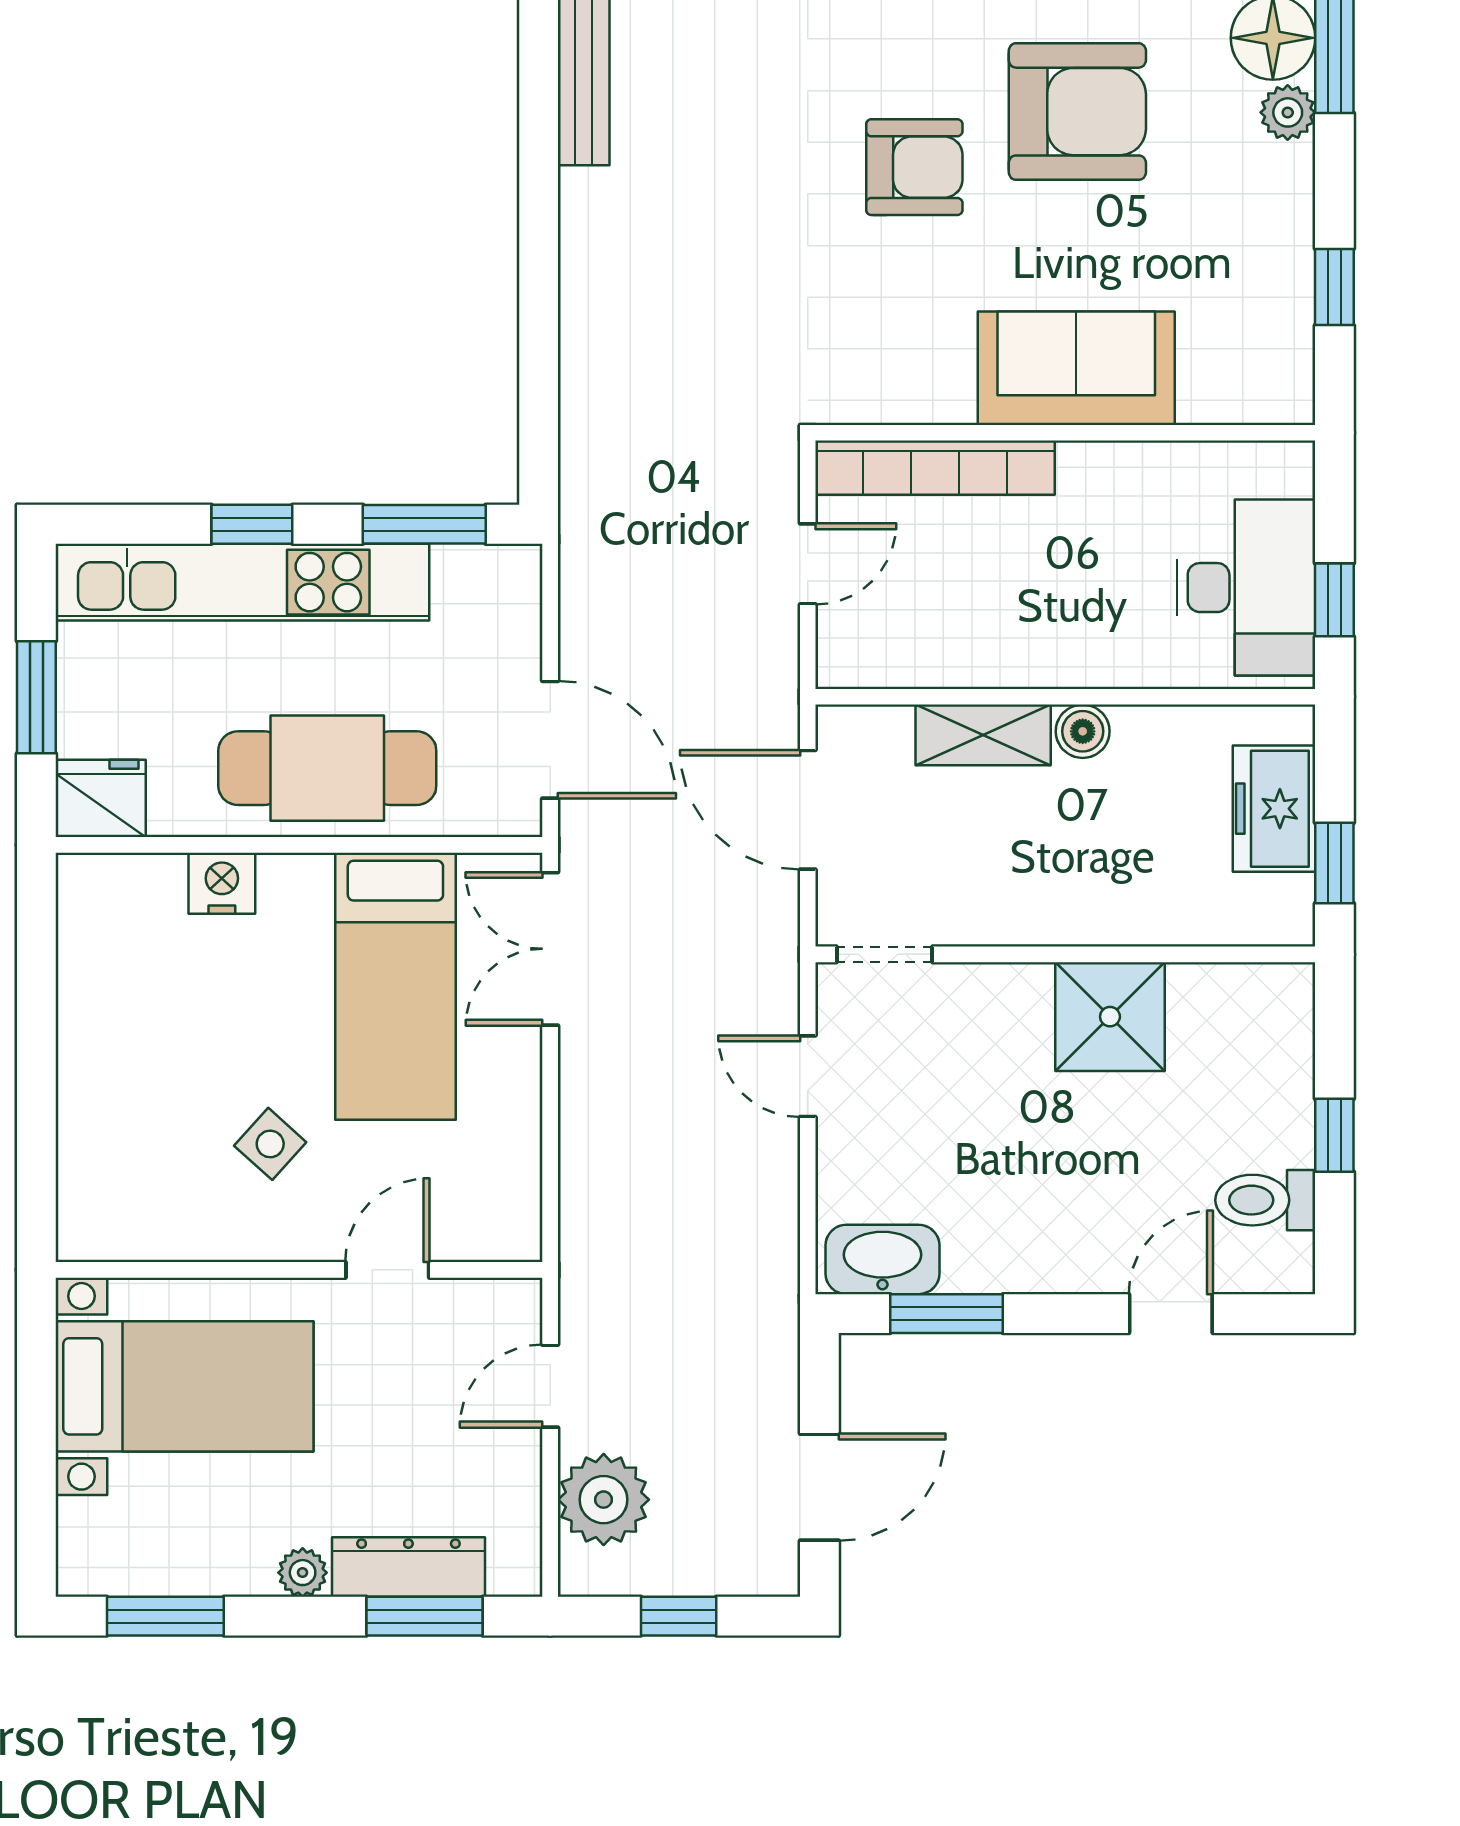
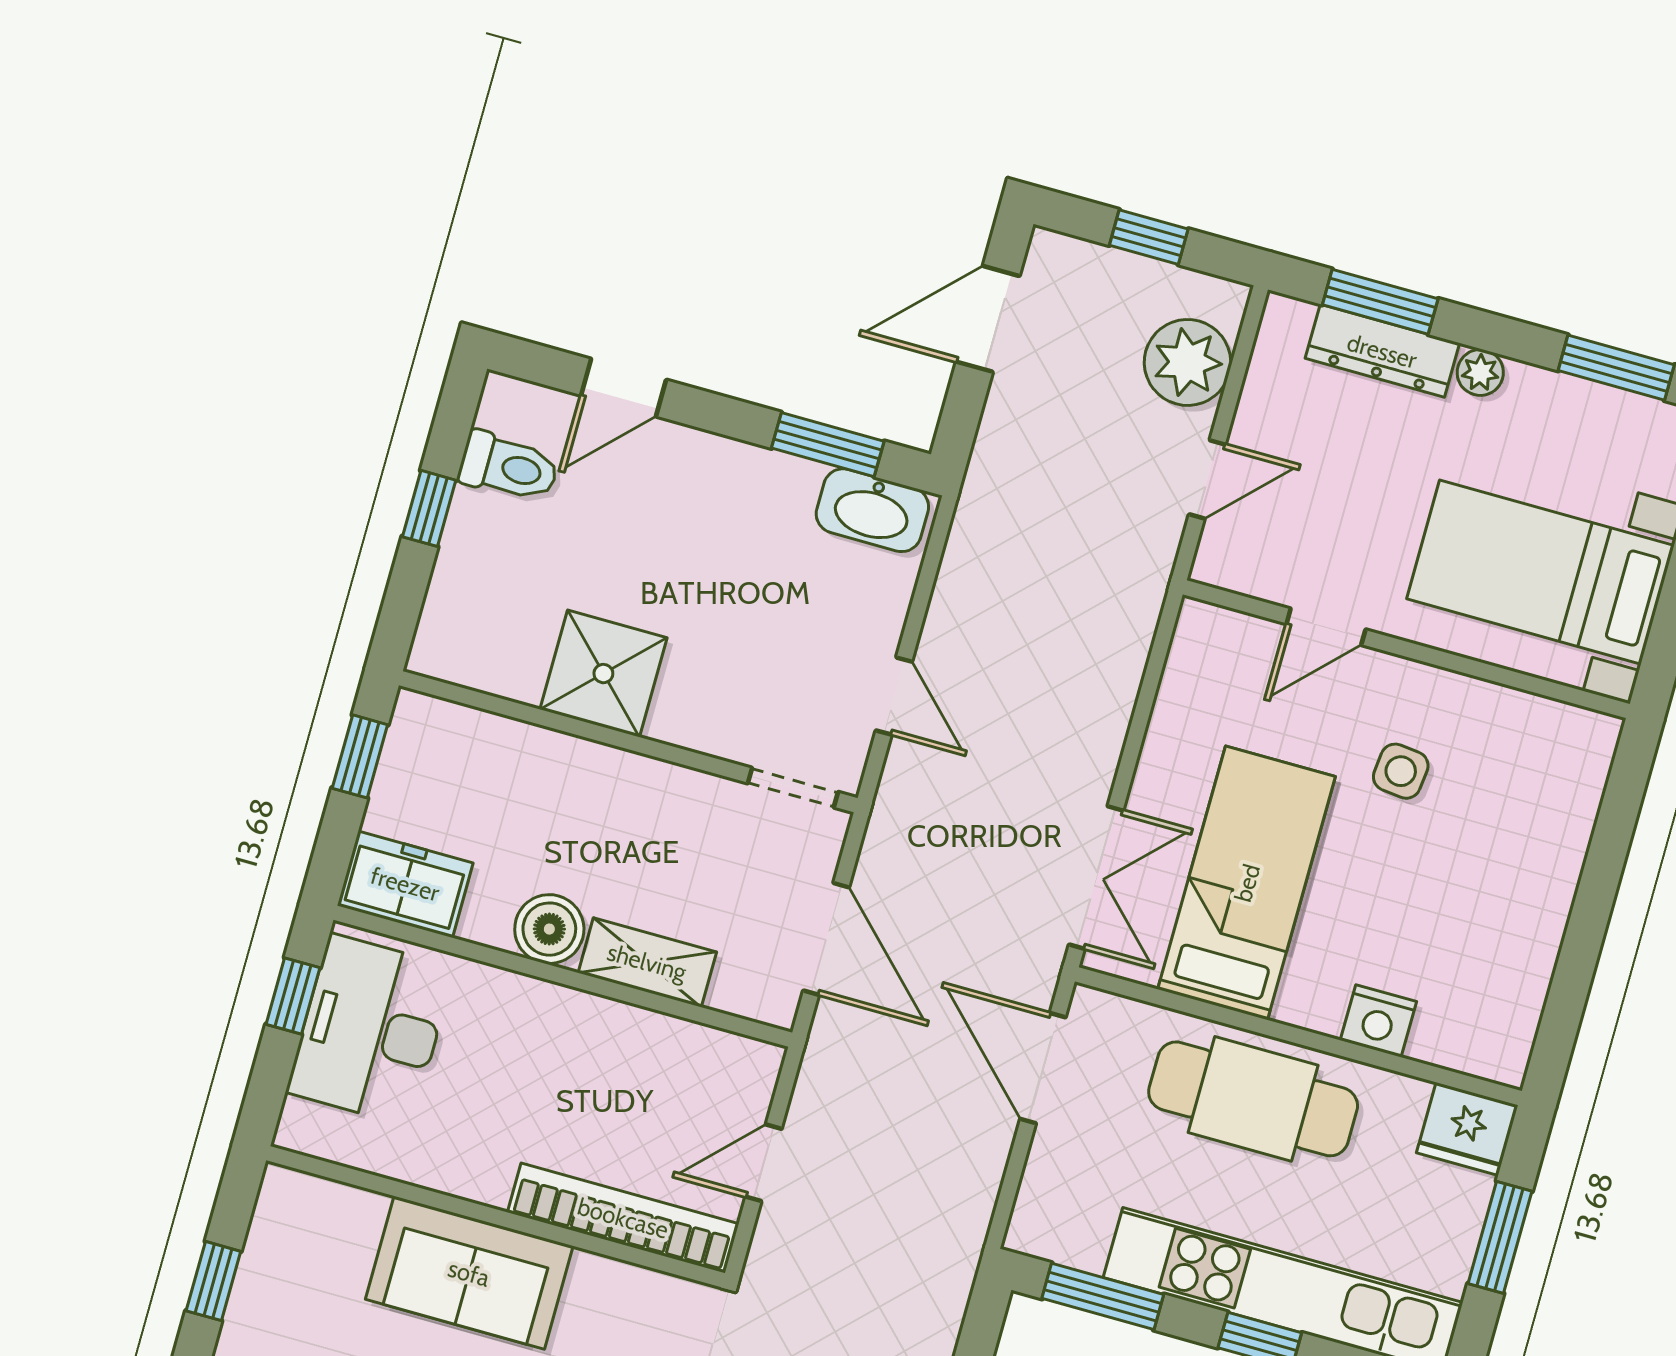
boiler: (1083, 731) -> (549, 929), width x1.36, depth x1.36
freezer: (1274, 809) -> (405, 884), moved, turned -90
side table: (270, 1144) -> (1401, 771), turned -36

